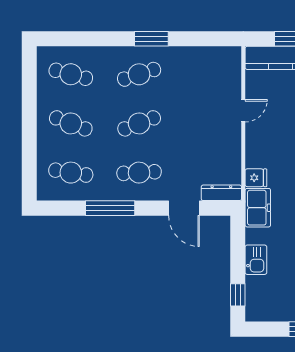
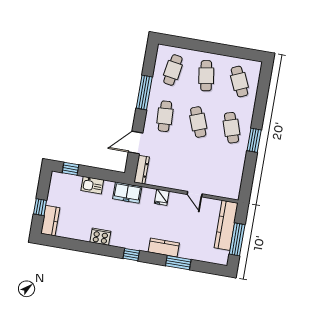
cafe table: (71, 74) -> (239, 81), turned -39
cafe table: (71, 123) -> (206, 76), turned -30
fridge: (256, 178) -> (162, 197), moved

